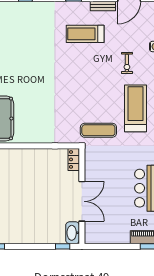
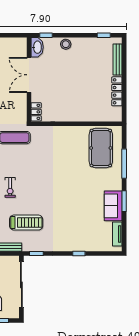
exercise bike: (103, 74) -> (10, 187), added
stool: (40, 236) -> (66, 44), added

